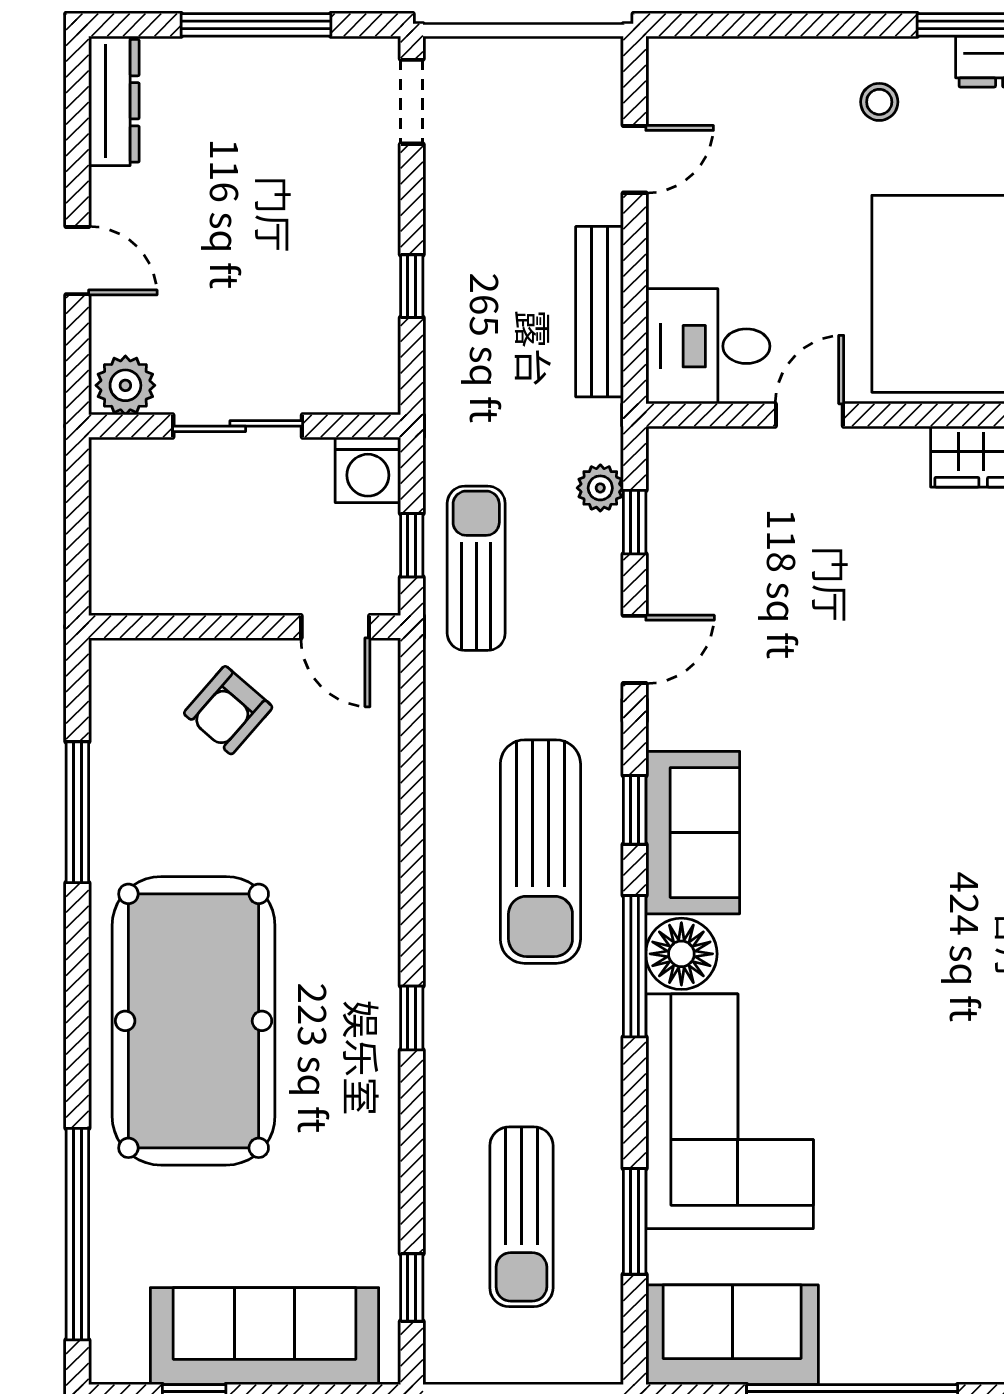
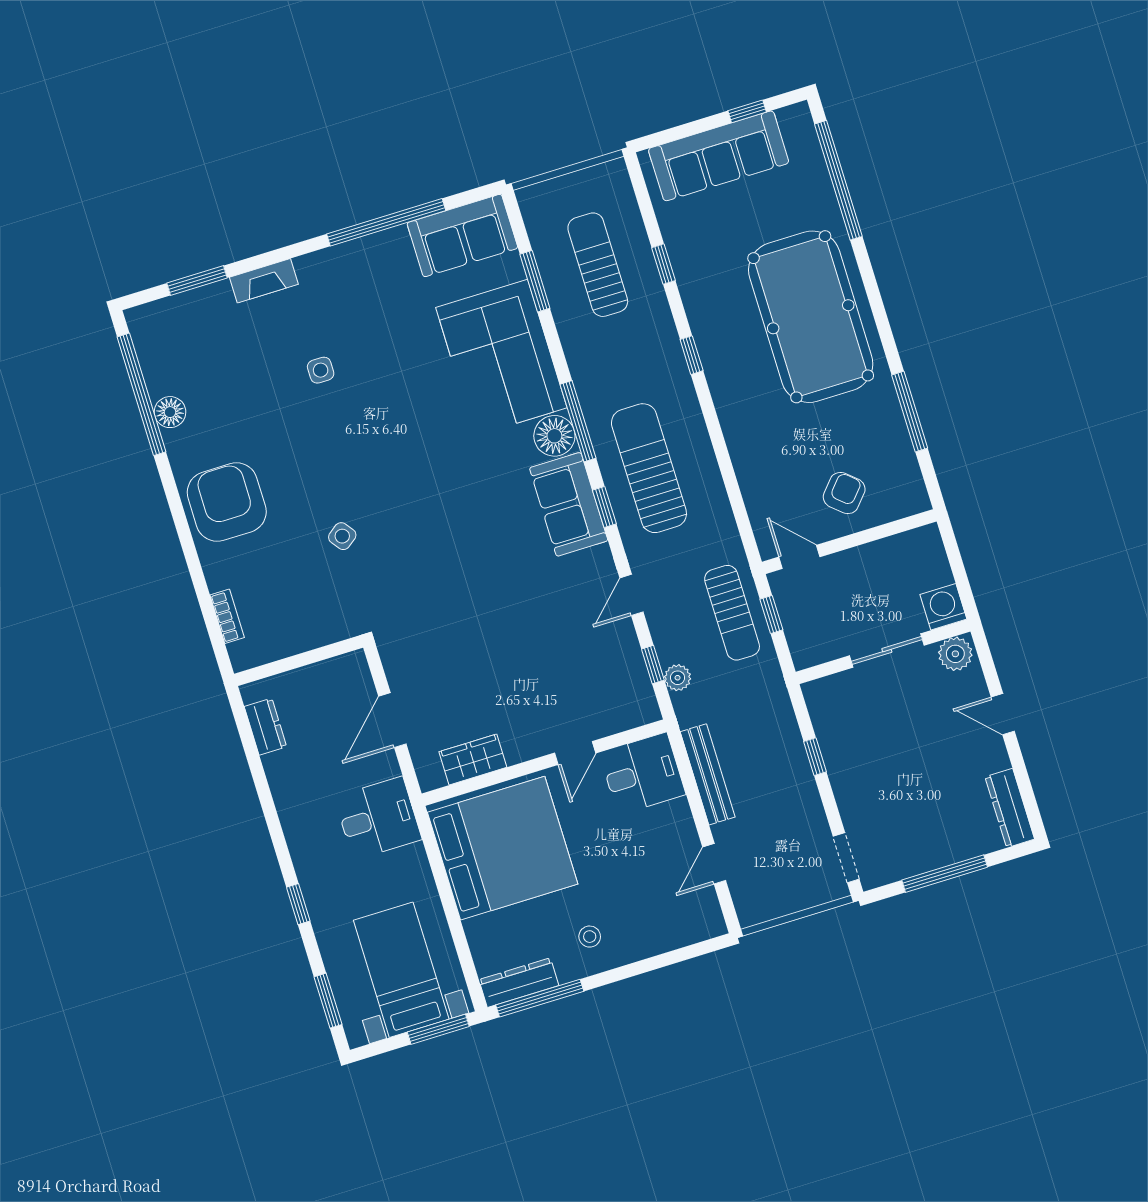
washing machine: (368, 470) -> (943, 607), moved
window: (412, 1288) -> (664, 264), moved

